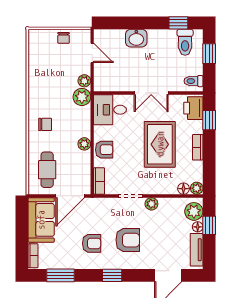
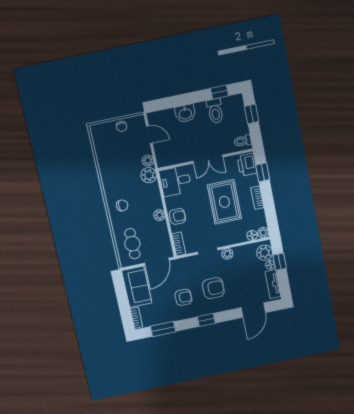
toilet: (185, 42) -> (215, 111), moved

